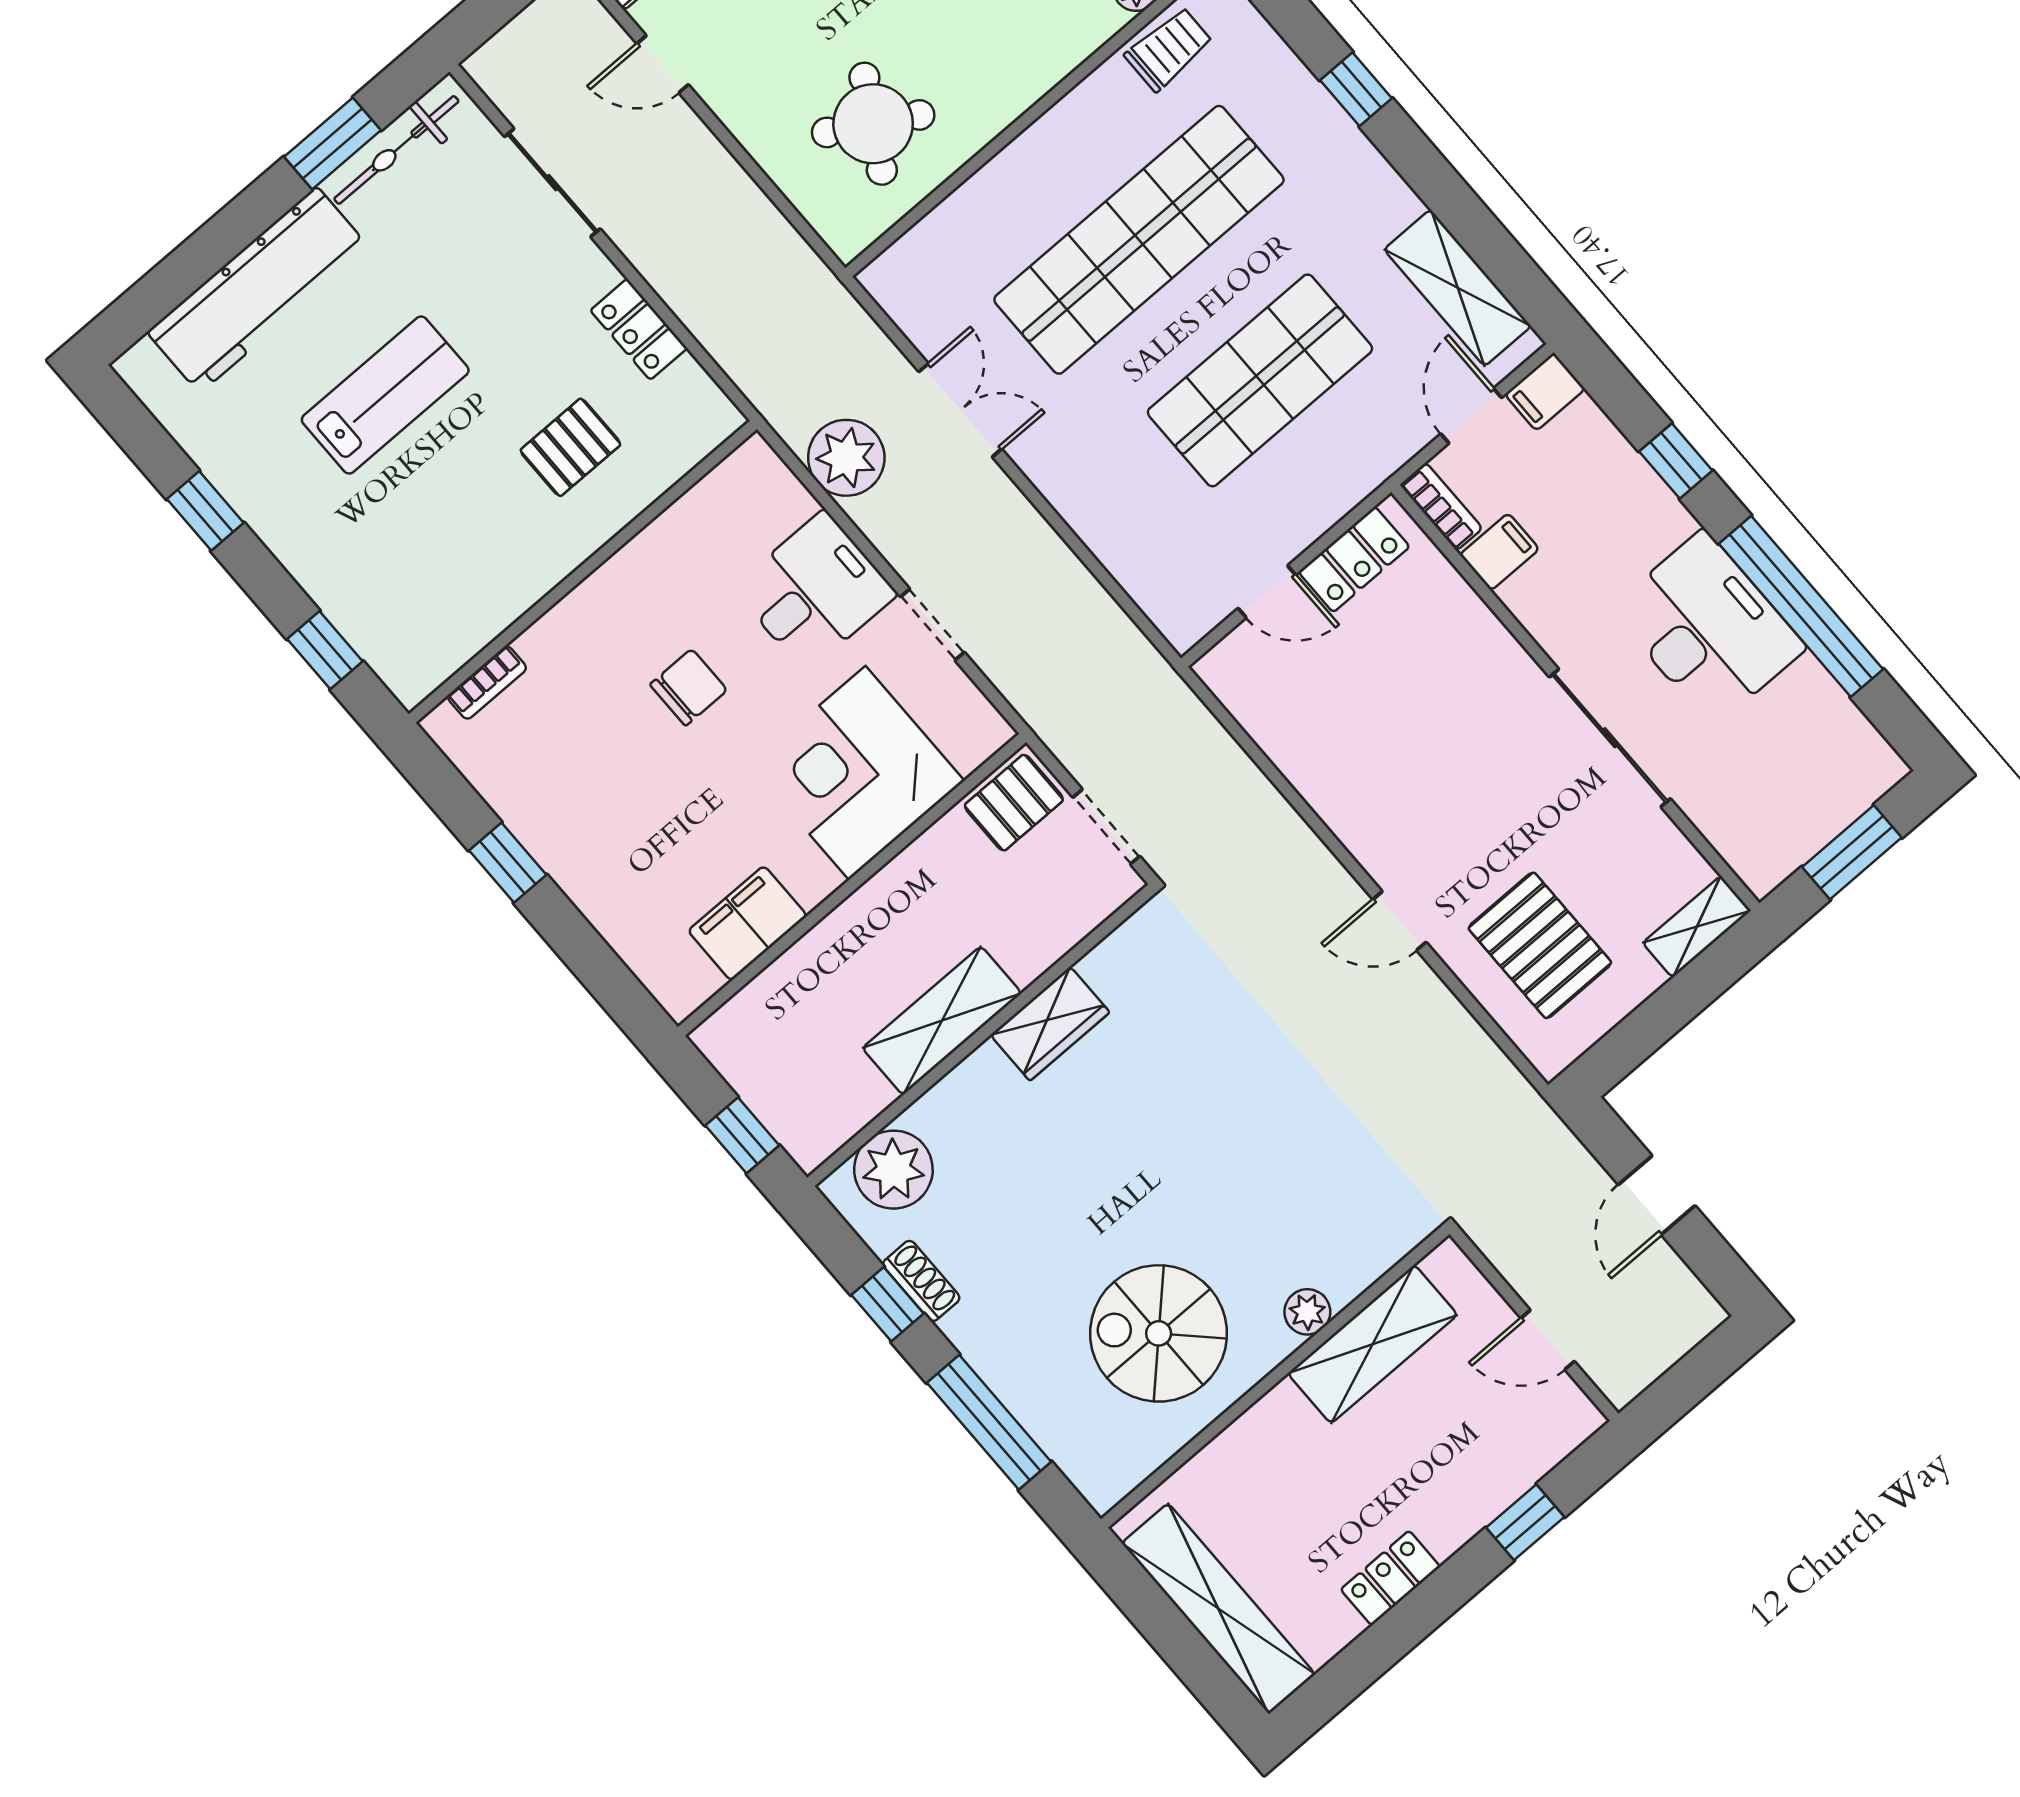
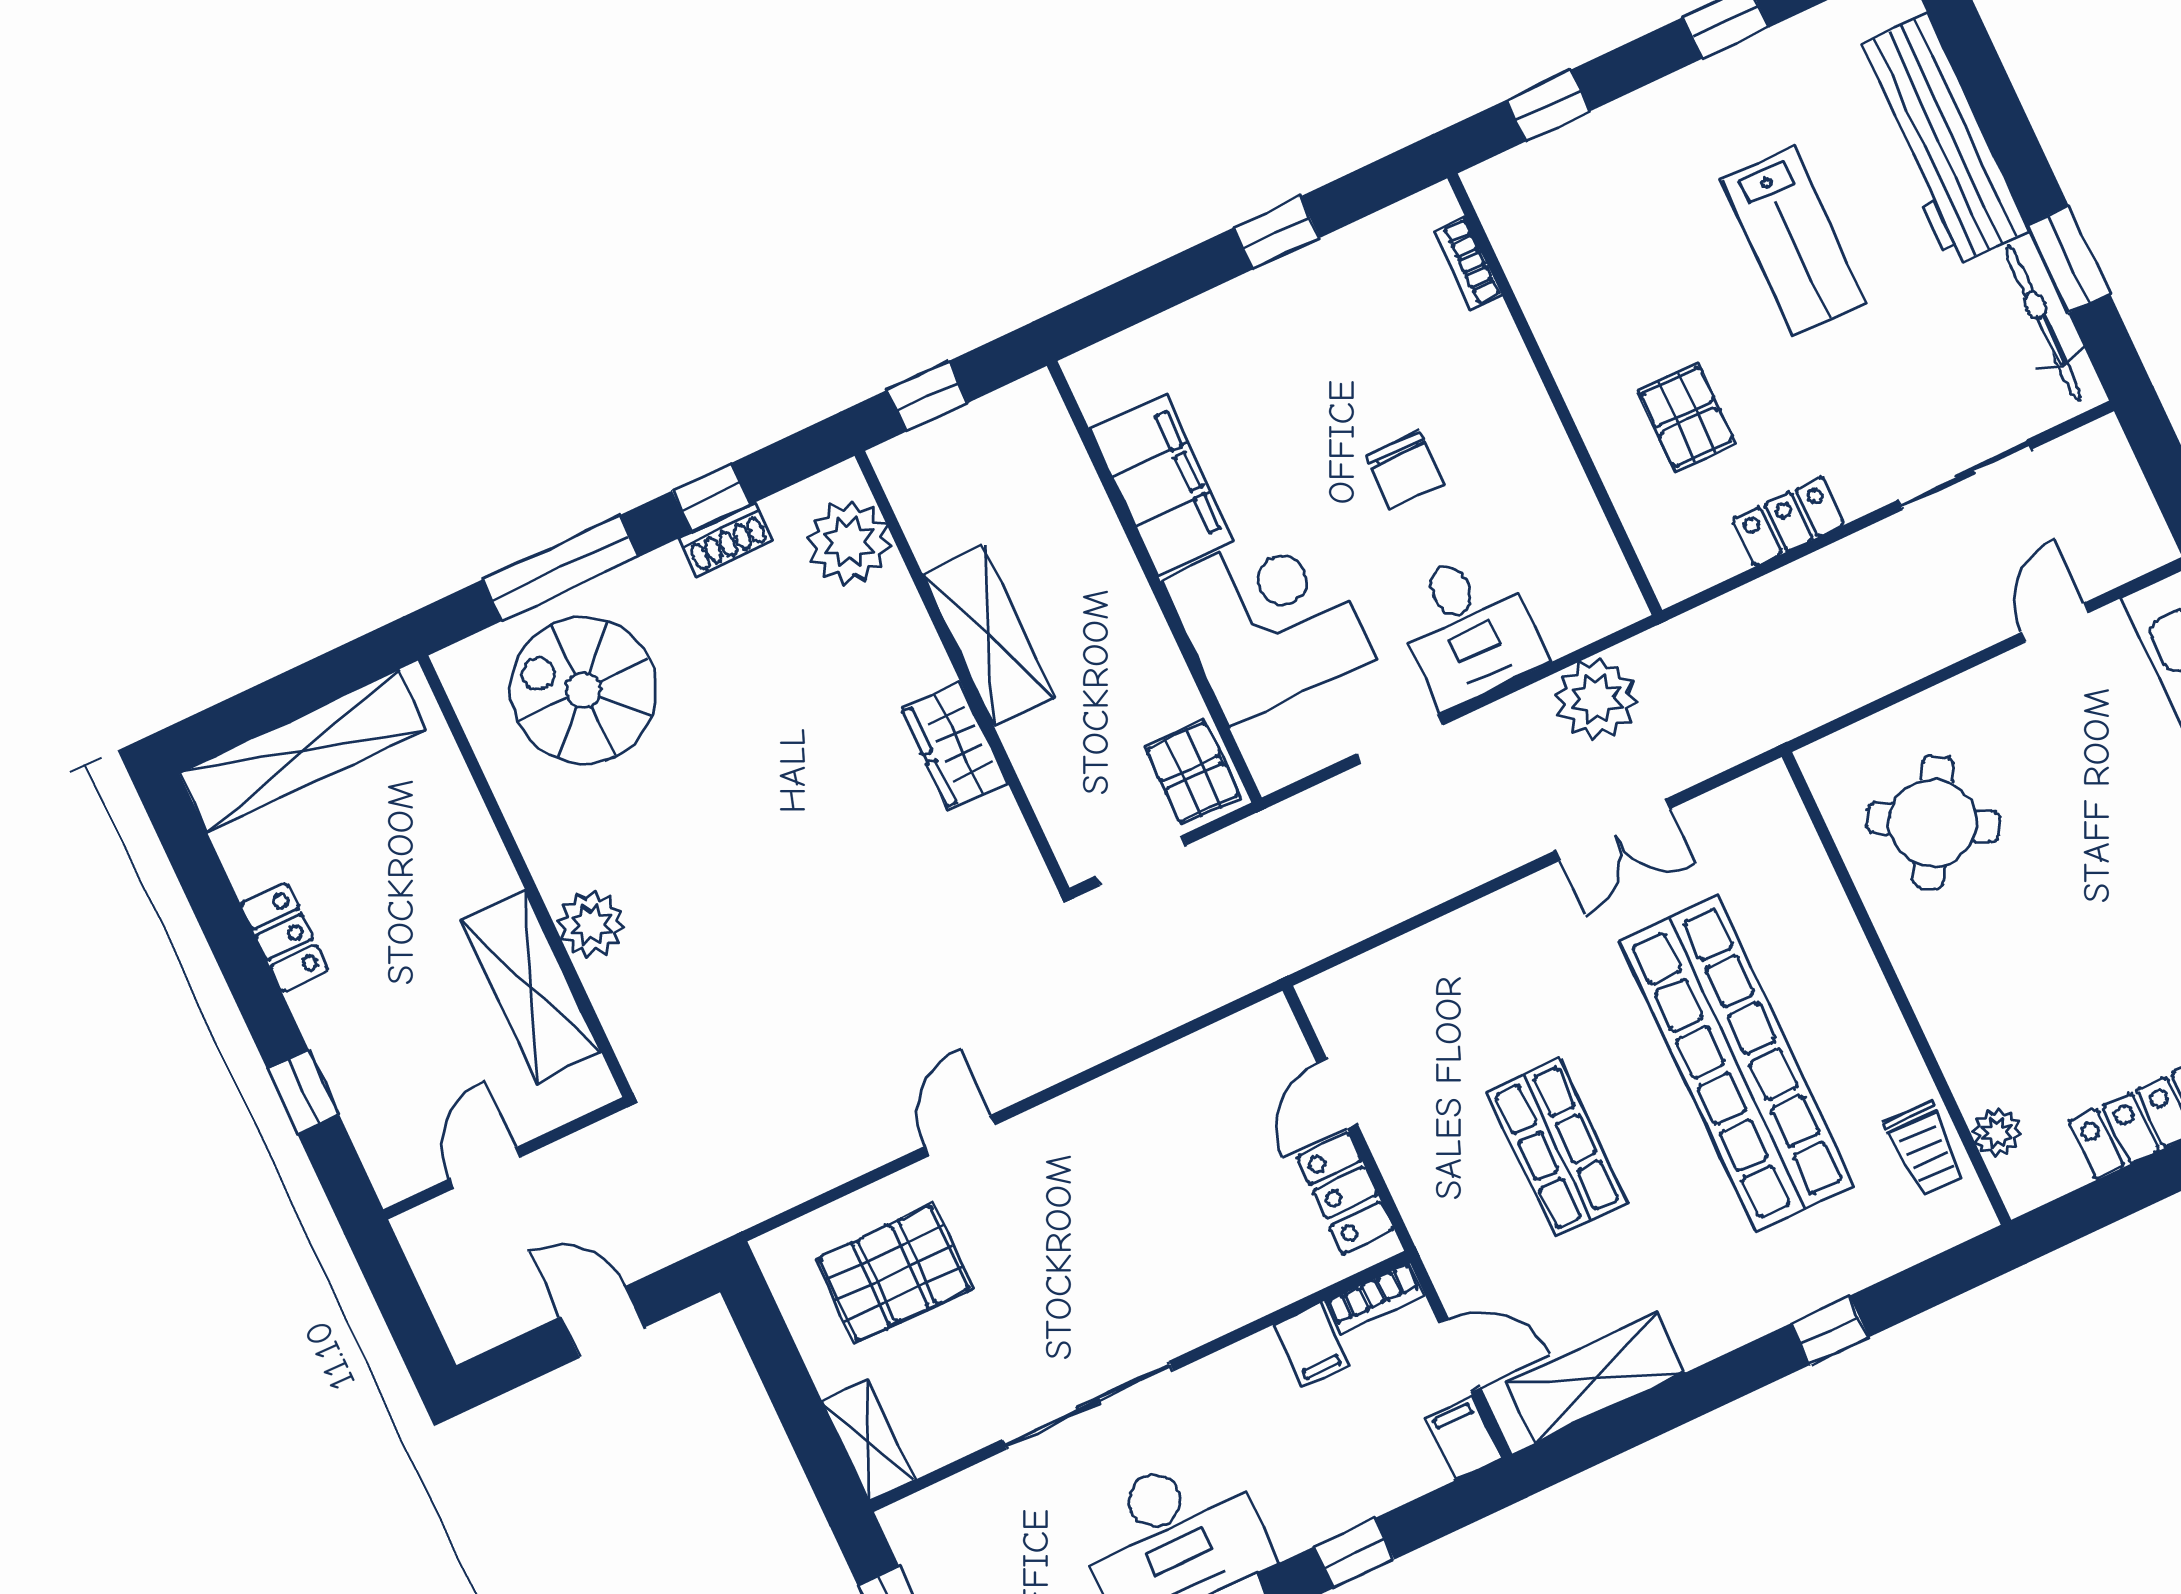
shop shelf: (1260, 380) -> (1557, 1147), width x0.70, depth x0.74
filing cabinet: (748, 923) -> (1162, 485), width x1.50, depth x1.17
plant: (1307, 1312) -> (591, 924), width x1.38, depth x1.38
spiral stairs: (1159, 1333) -> (583, 690), moved, turned -90

